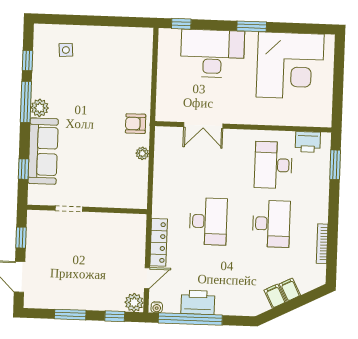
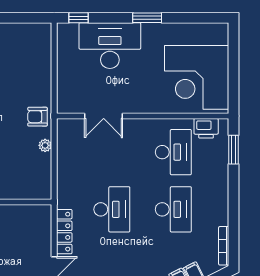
corner desk: (290, 66) -> (197, 77), moved, turned 90
desk: (273, 165) -> (173, 152), turned 180
bookcase: (322, 244) -> (224, 246), moved

